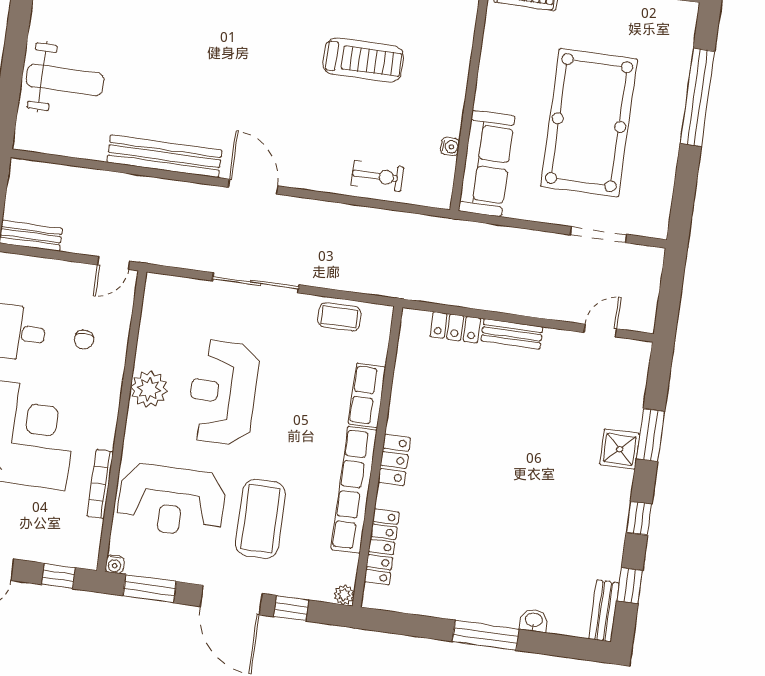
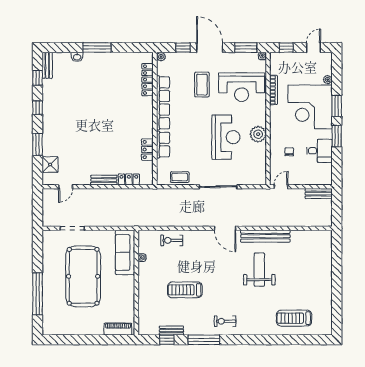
weight bench: (65, 80) -> (259, 270), moved, turned 90
shower: (620, 449) -> (50, 165), moved
locker: (394, 460) -> (147, 150), moved
reception desk: (171, 500) -> (242, 87), turned 180
coffee table: (260, 519) -> (202, 85), width x0.73, depth x0.76

